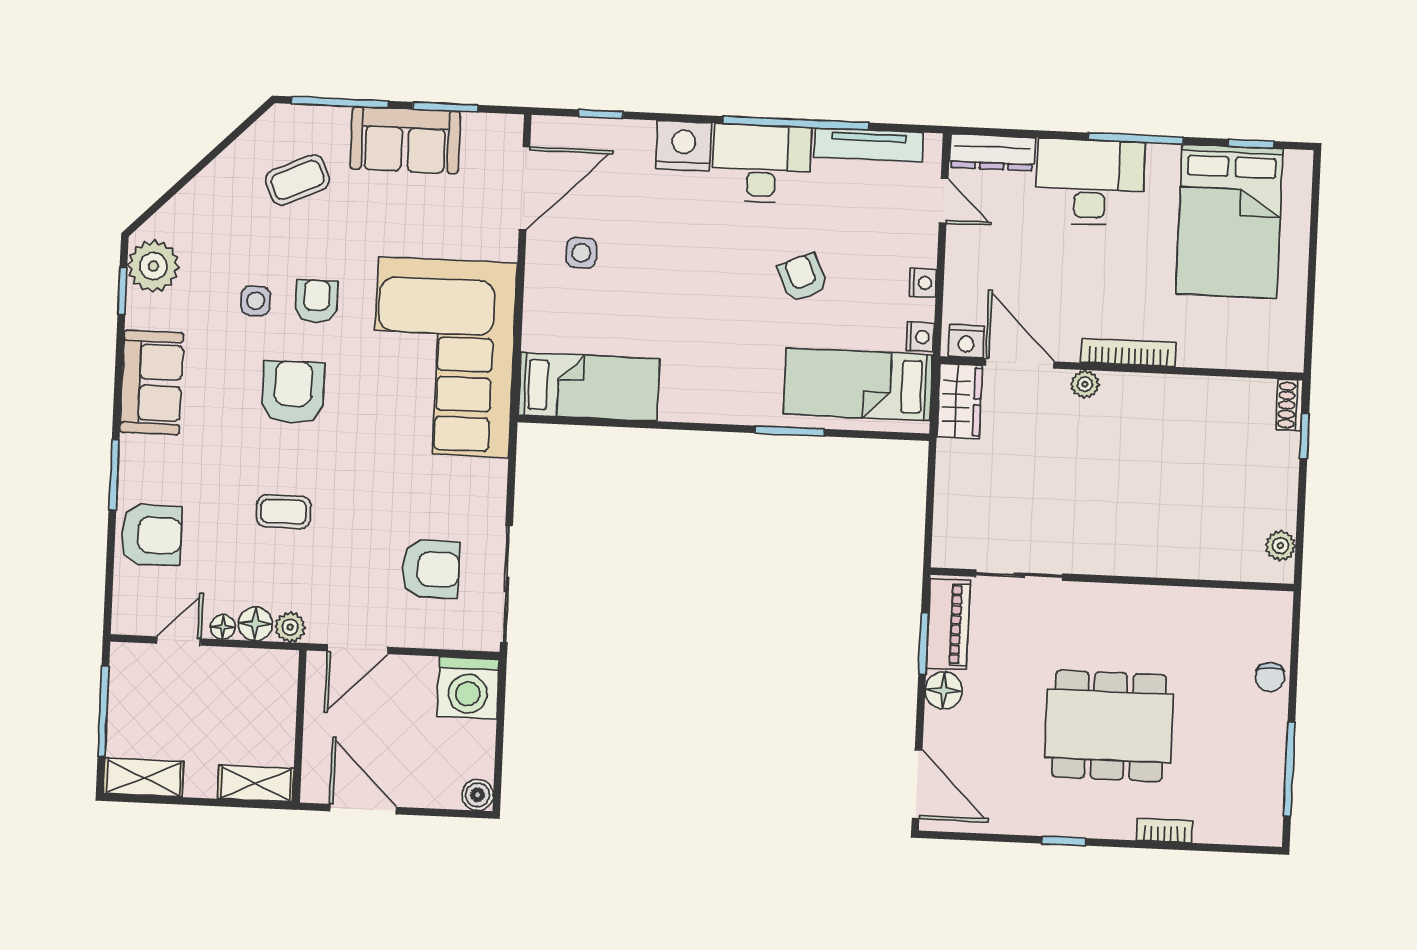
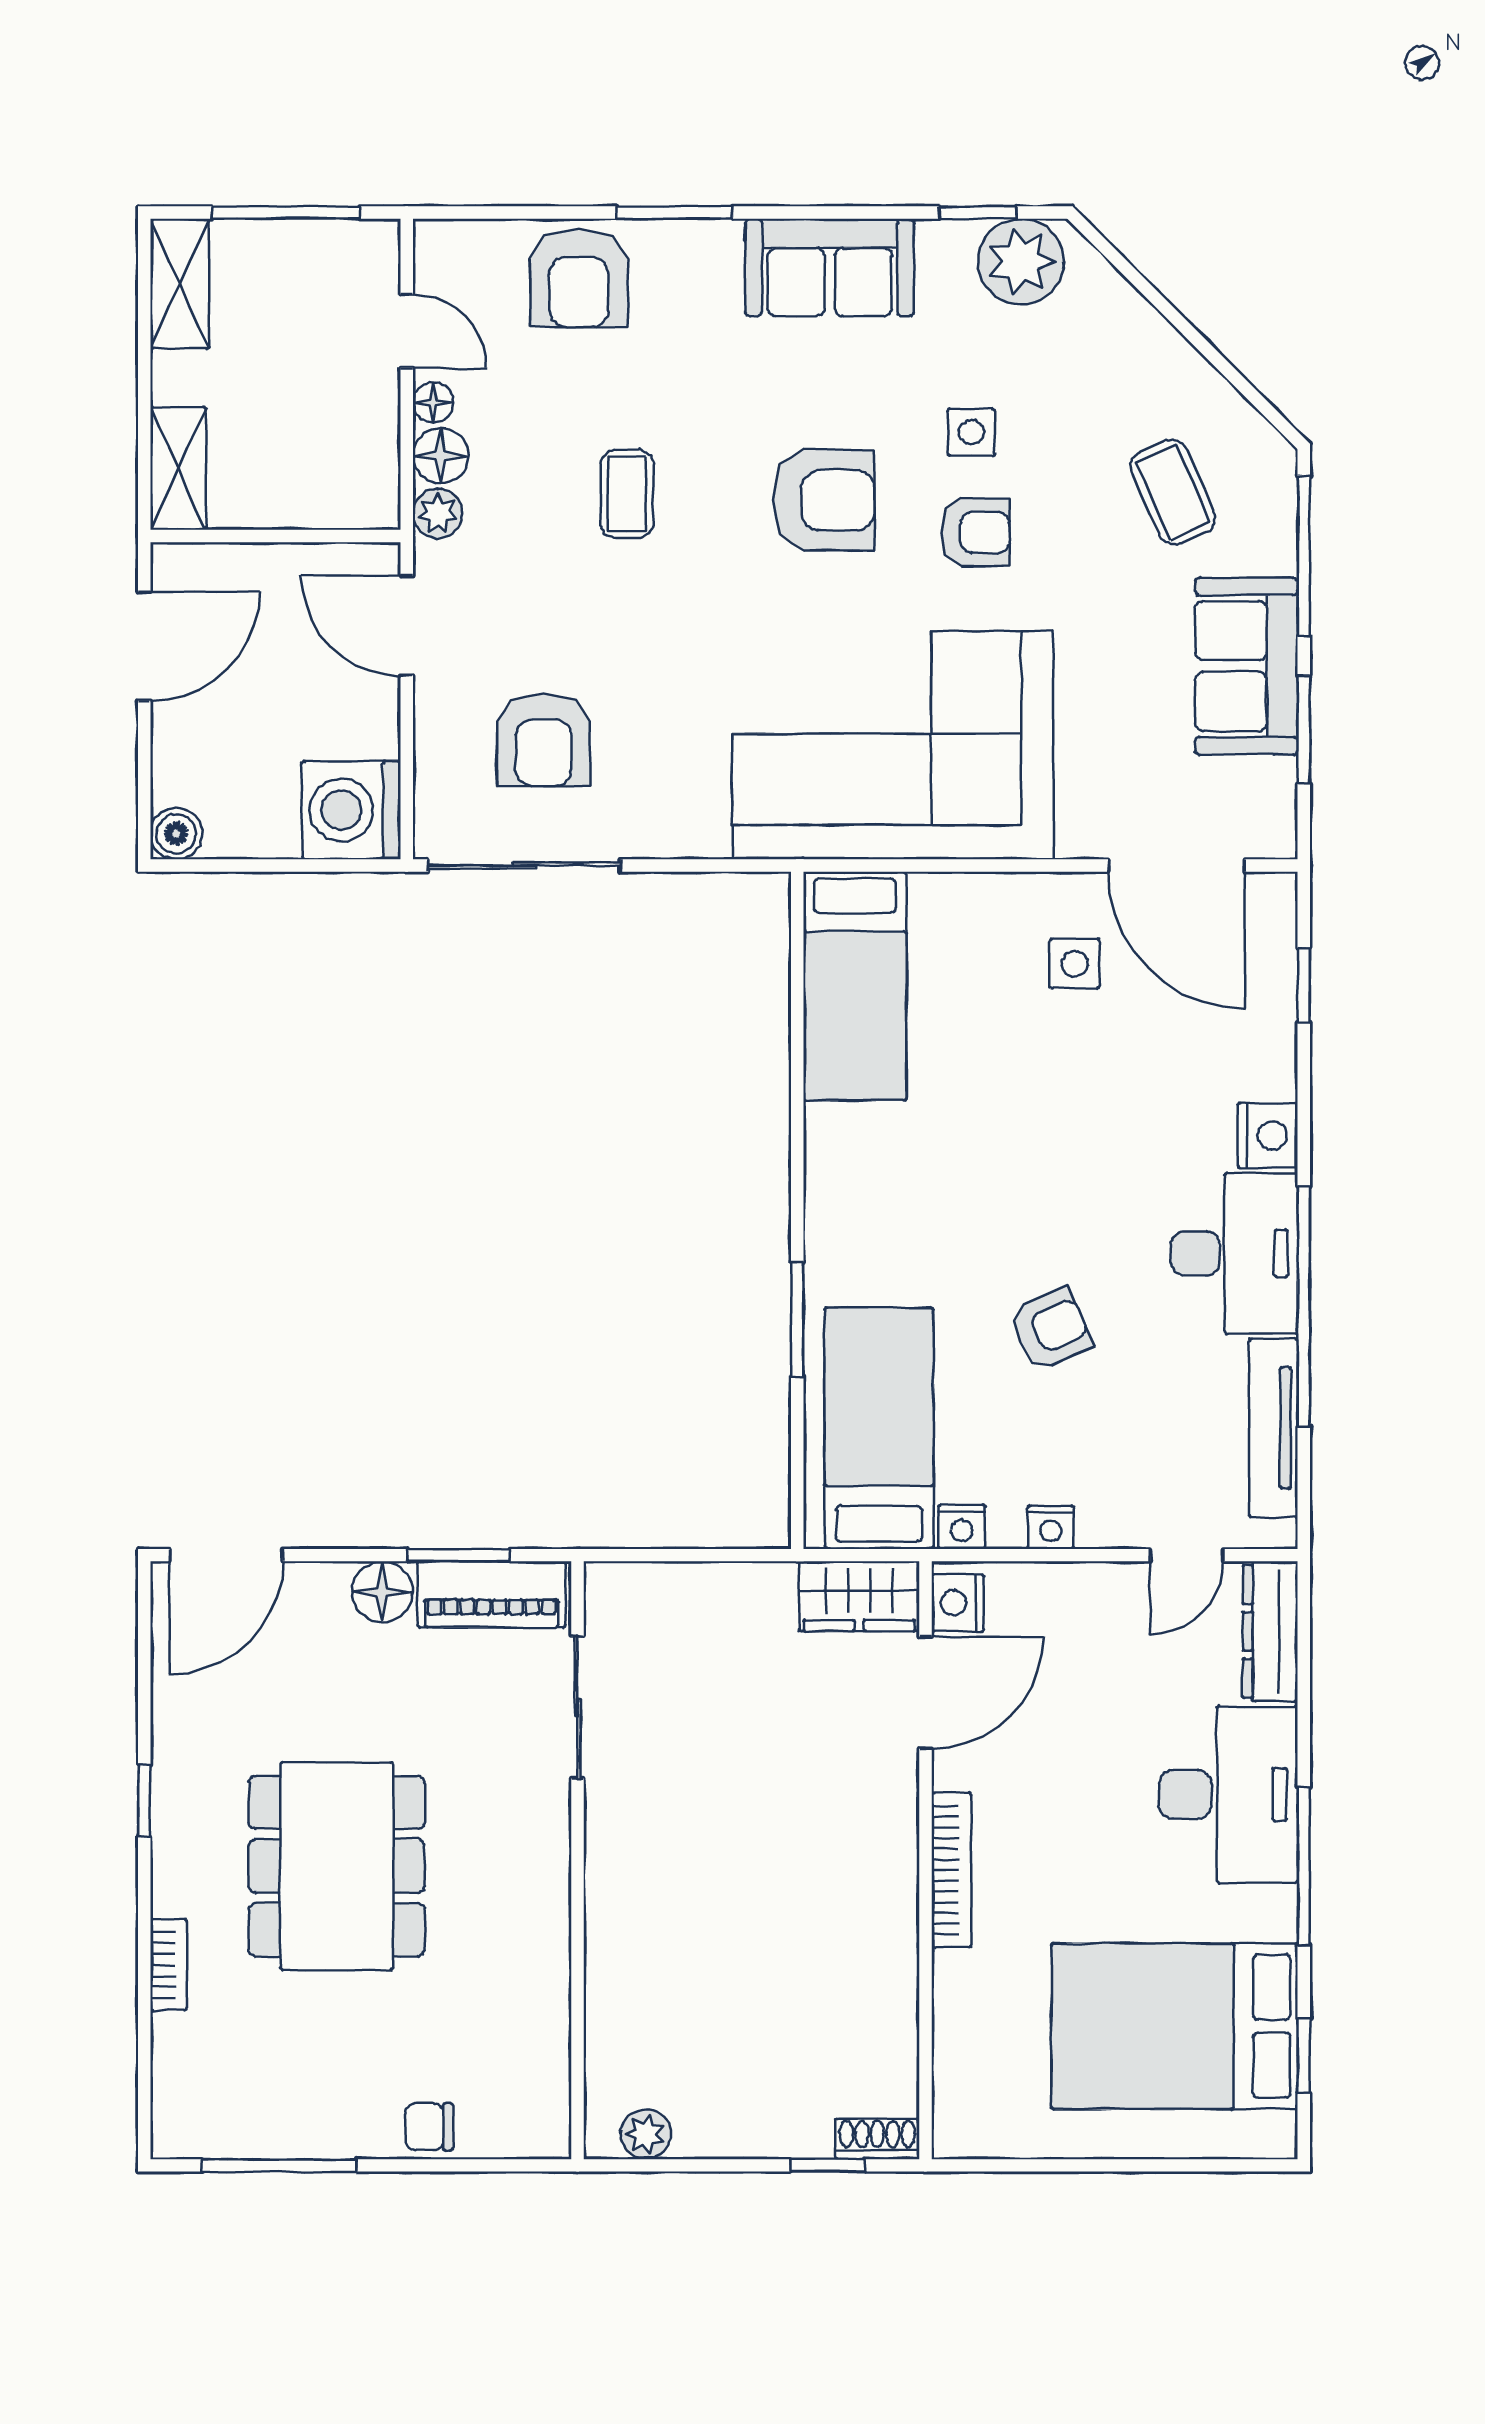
nightstand: (684, 146) -> (1268, 1136), width x0.74, depth x0.75
plant: (1085, 384) -> (896, 1801), removed

